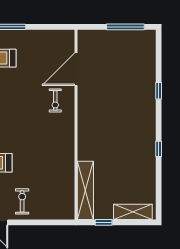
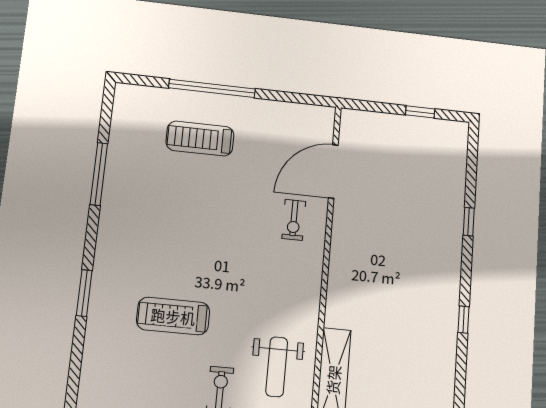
window: (125, 27) -> (420, 112), width x0.46
weight bench: (53, 186) -> (277, 367), added

